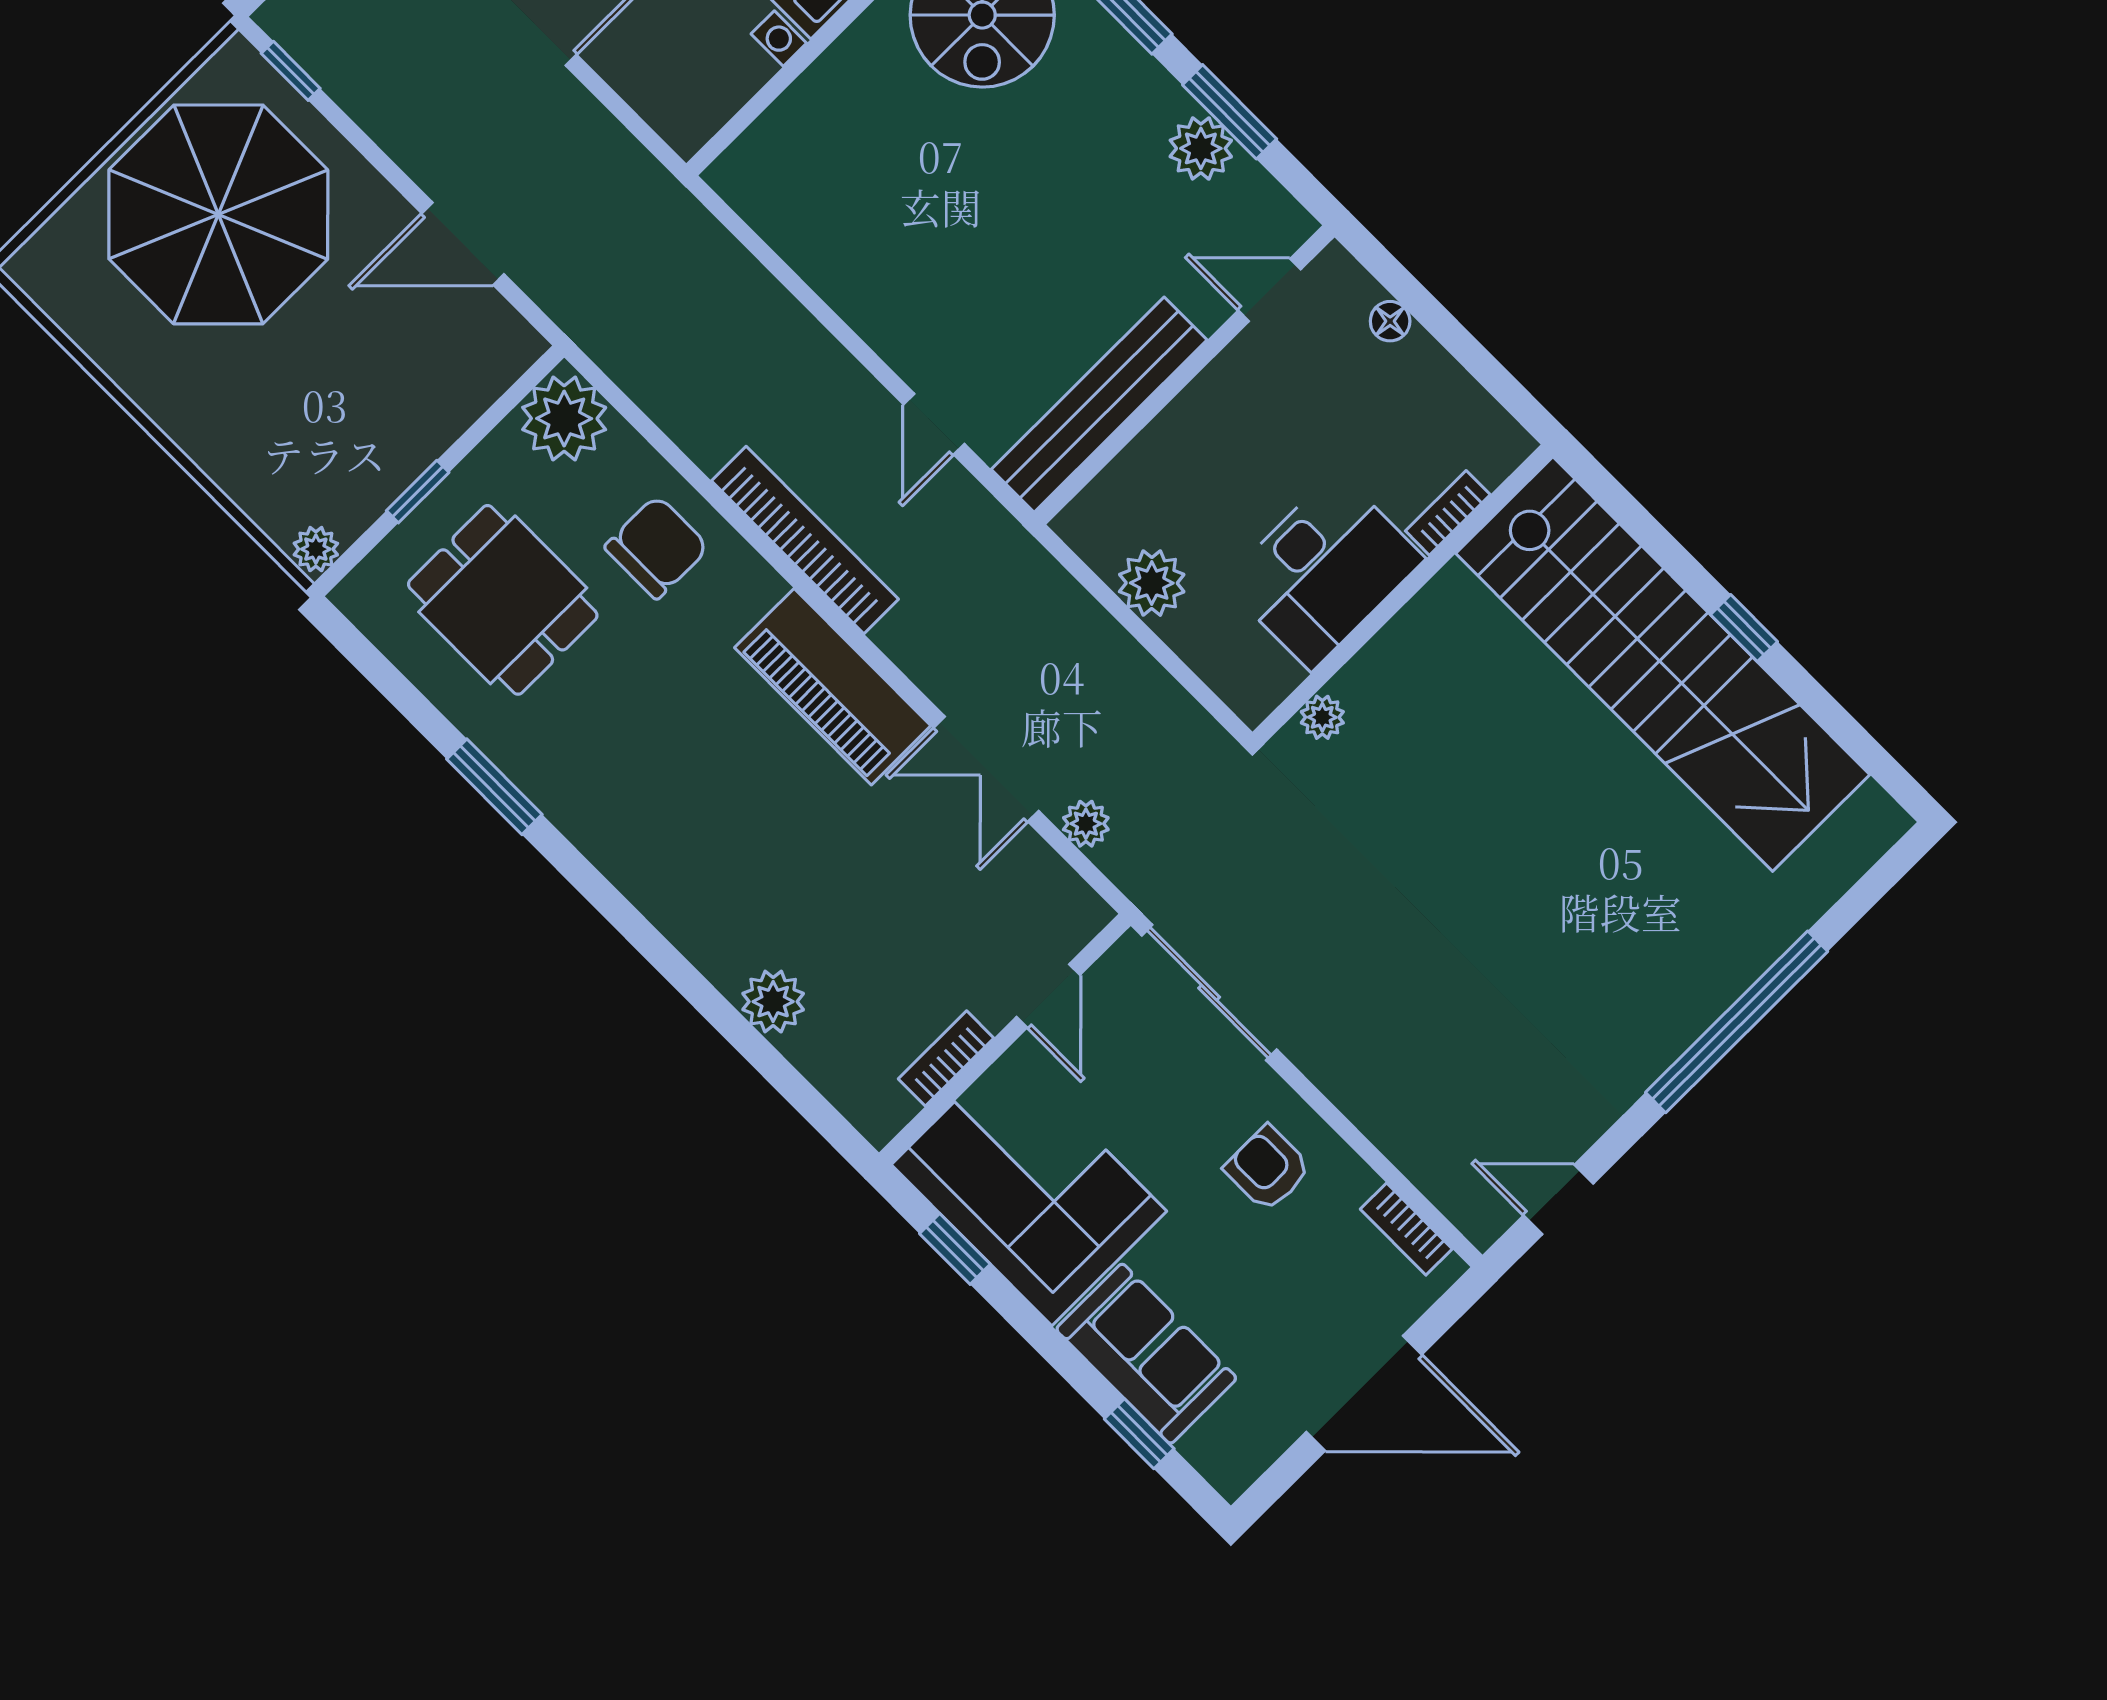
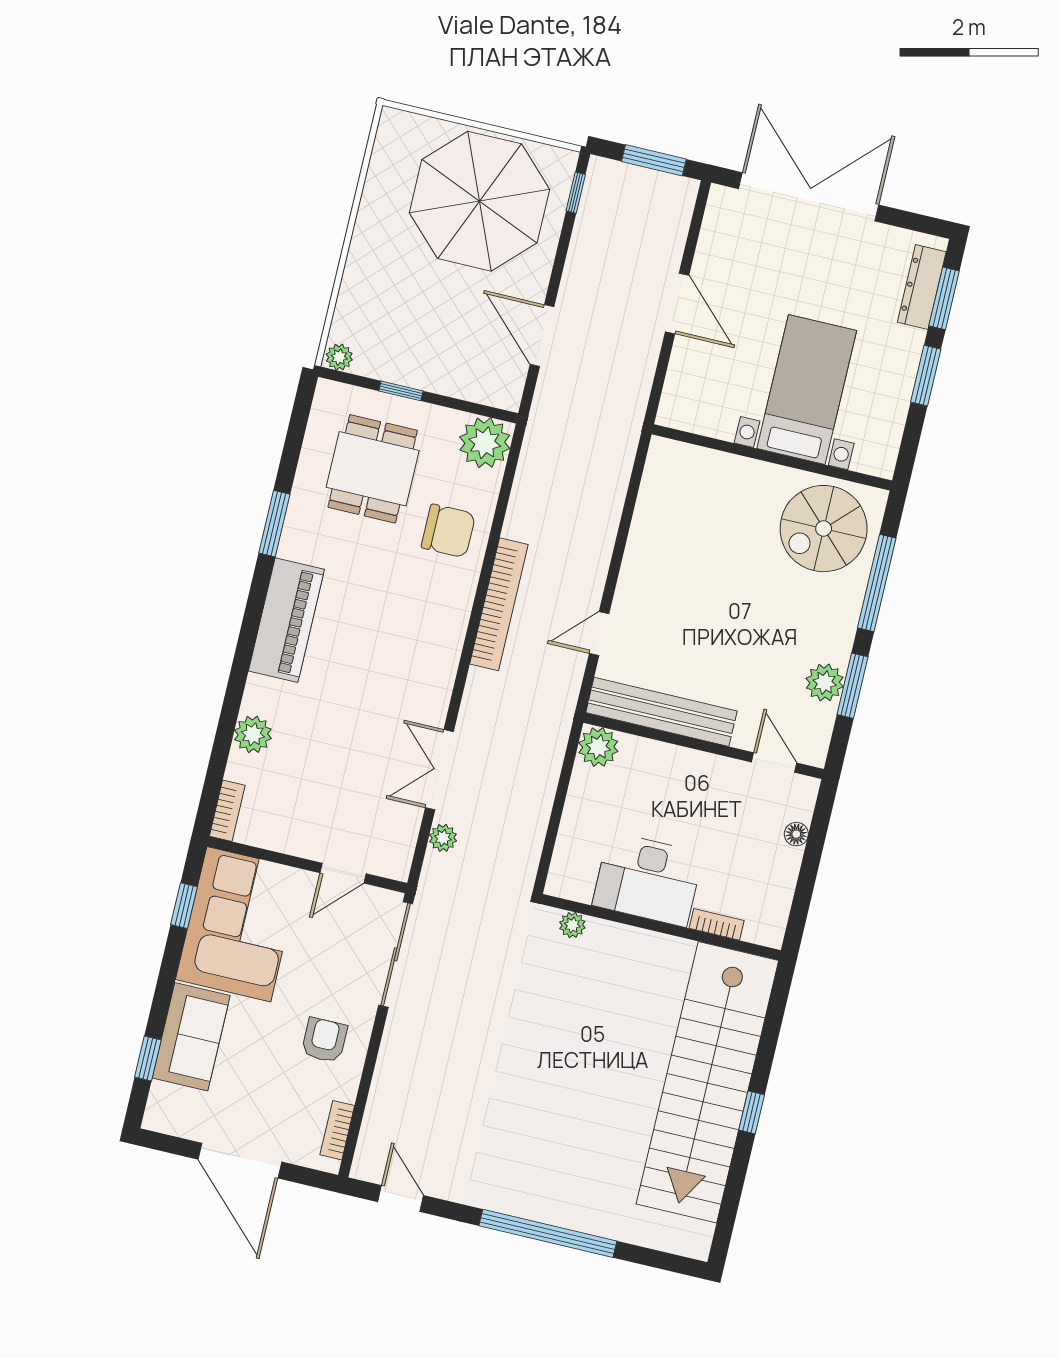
plant: (1152, 583) -> (598, 747), moved
piano: (833, 687) -> (286, 620), moved, turned 180
bookcase: (946, 1058) -> (227, 811), moved, turned 90

